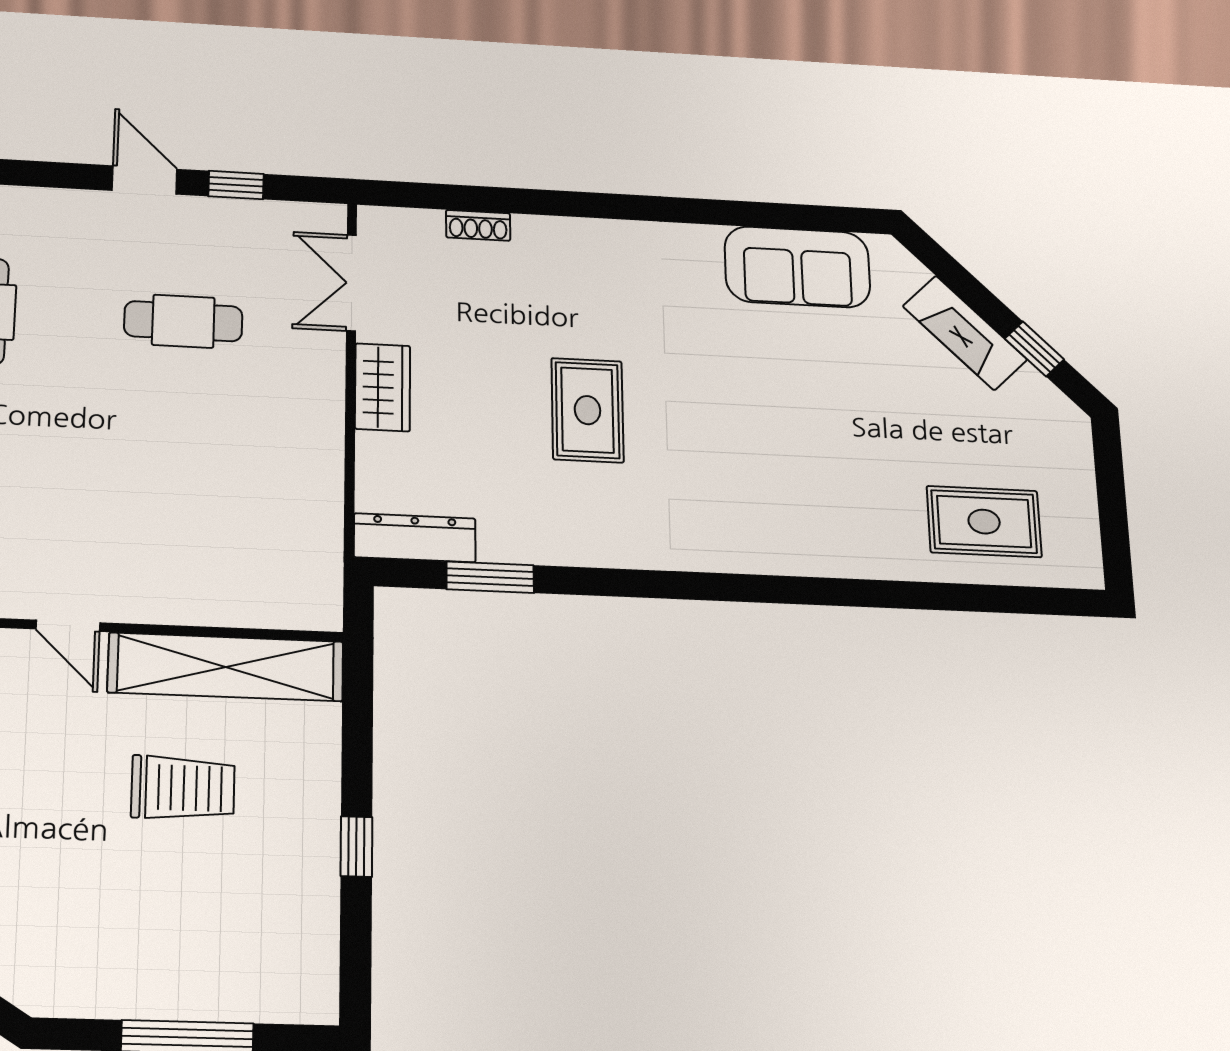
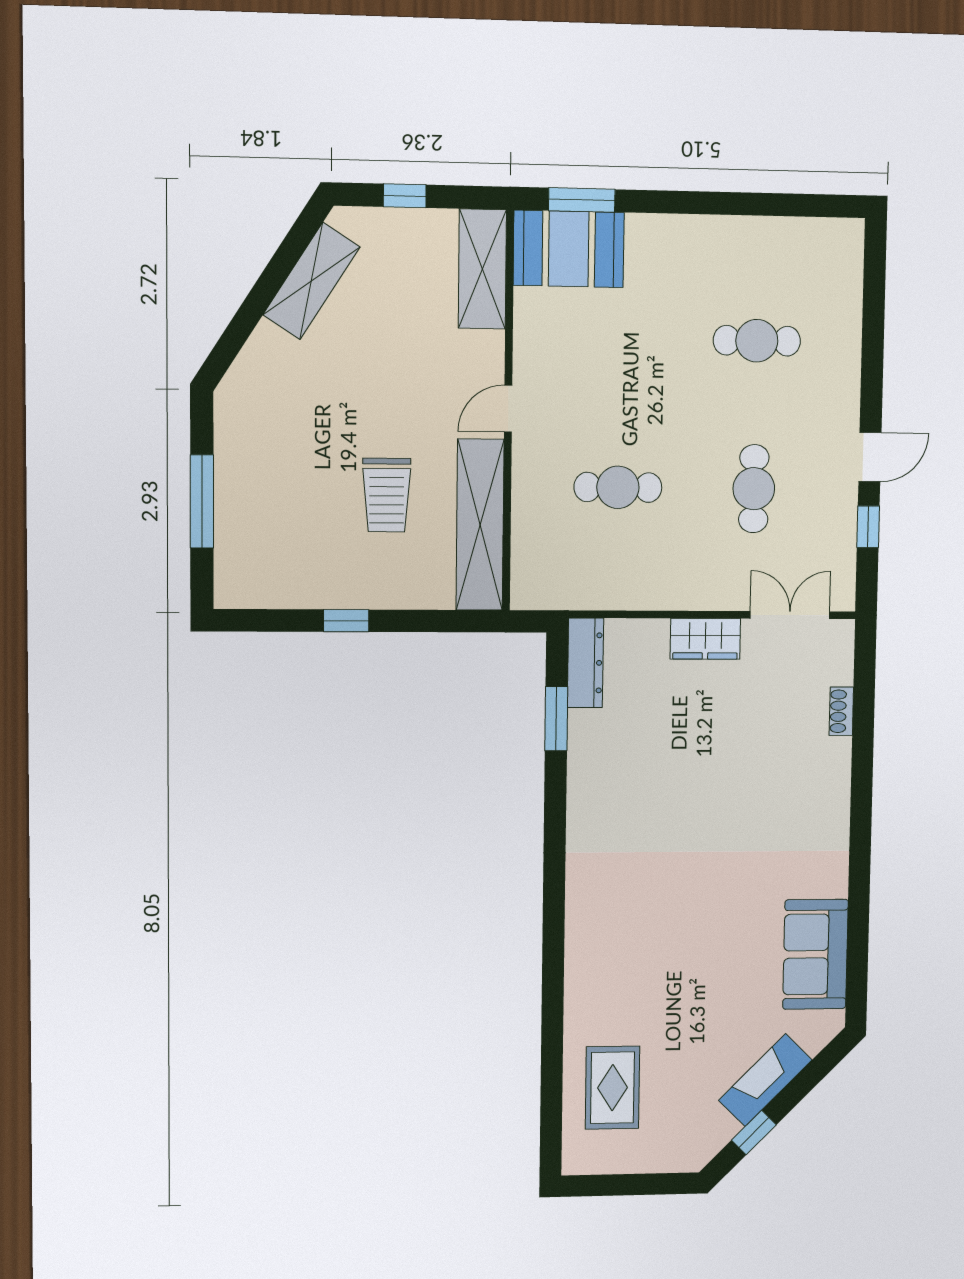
rug: (587, 410) -> (692, 793), removed
cafe table: (178, 489) -> (618, 487), added

